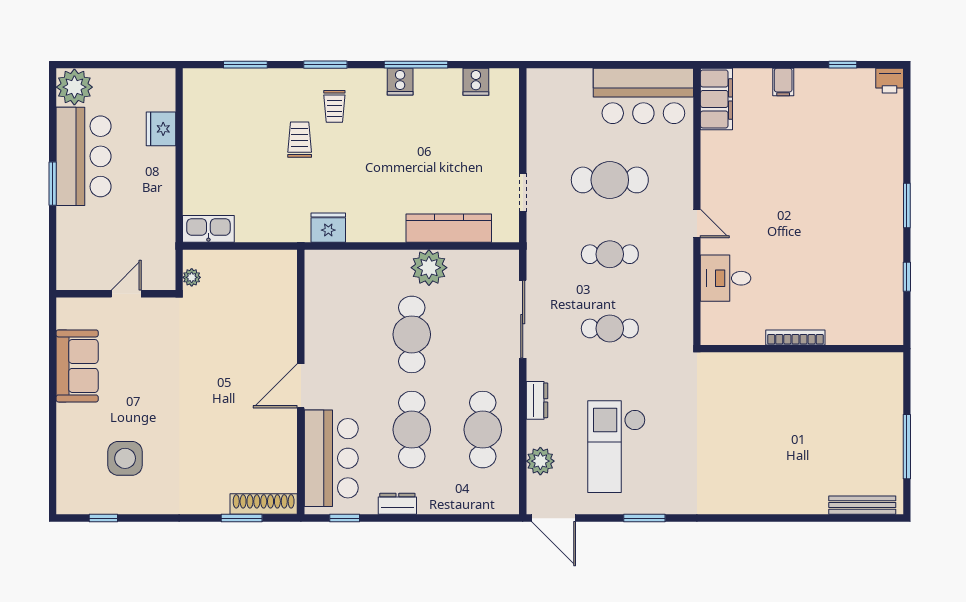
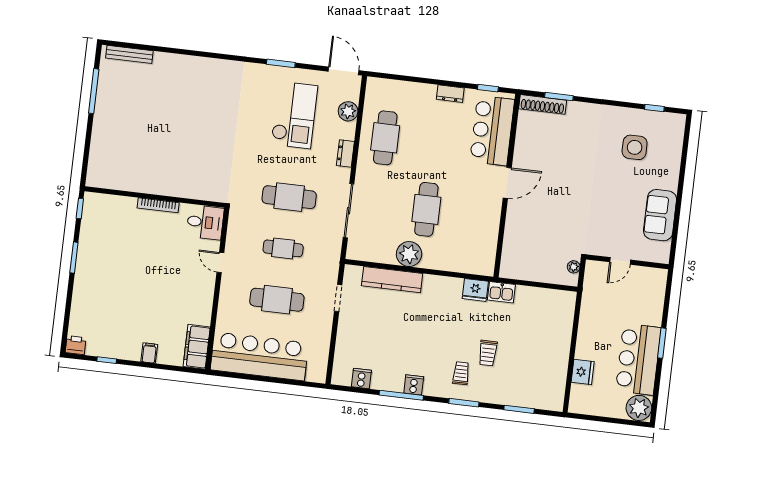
bar counter: (643, 96) -> (259, 356), width x1.36
kitchen sink: (208, 229) -> (501, 292), moved, width x0.73
cafe table: (610, 328) -> (289, 197), width x1.37, depth x1.35
bookcase: (795, 337) -> (158, 205), moved
wall: (802, 349) -> (155, 197), moved
cafe table: (412, 430) -> (434, 144), removed

